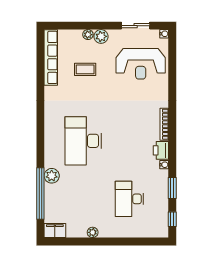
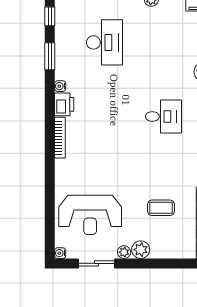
plant: (88, 35) -> (124, 252), moved
reception desk: (141, 64) -> (90, 215), turned 180
desk: (83, 141) -> (163, 116), width x0.53, depth x0.77

